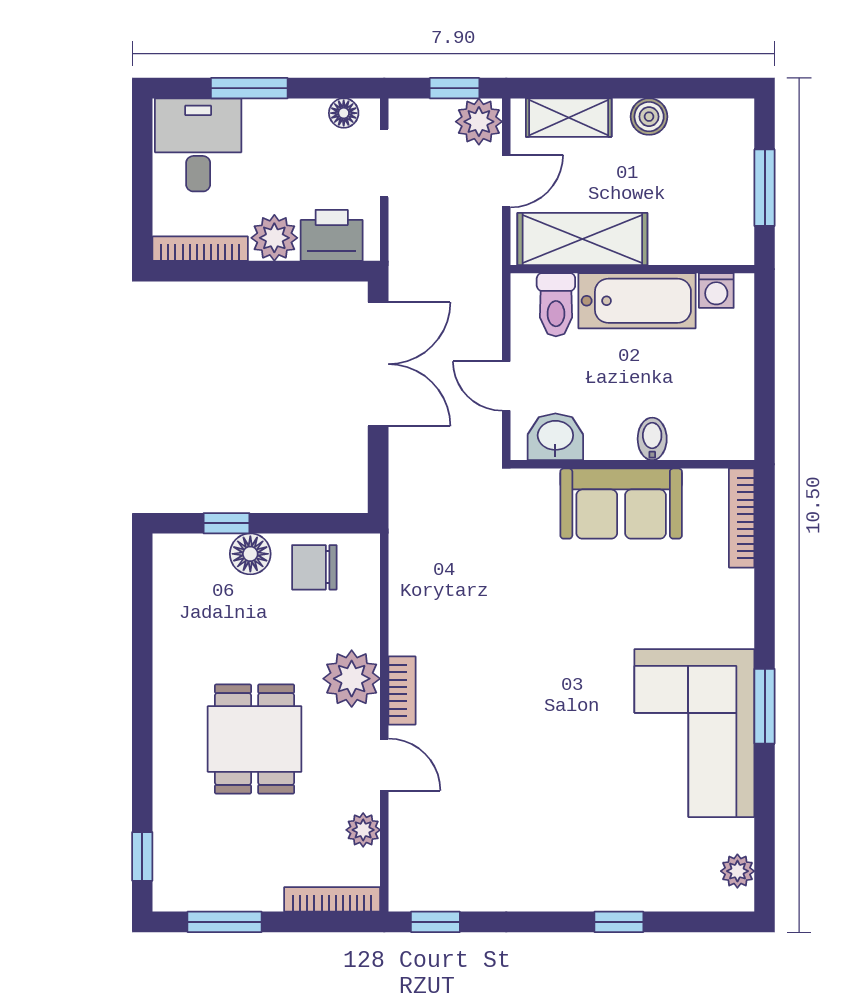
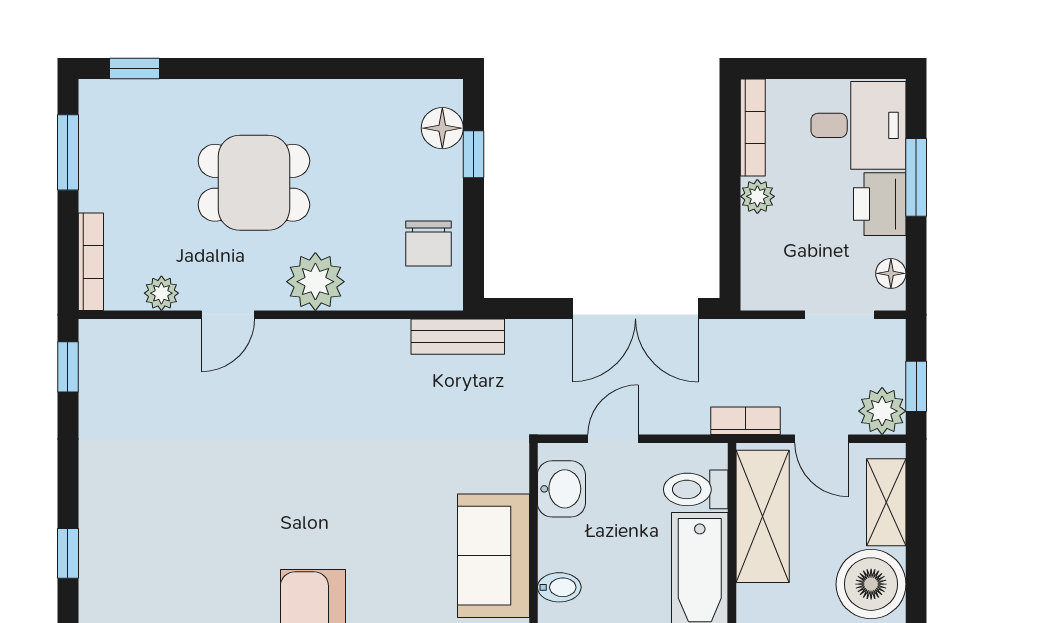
boiler: (649, 117) -> (871, 584), width x1.86, depth x1.86
printer: (332, 235) -> (880, 204), moved, turned 180
plant: (274, 238) -> (757, 196), width x0.73, depth x0.73
bench: (406, 539) -> (458, 337), added
floor lamp: (250, 554) -> (442, 128), moved
chair: (314, 567) -> (429, 244), turned 180
bookcase: (402, 690) -> (746, 421), moved, turned 180

